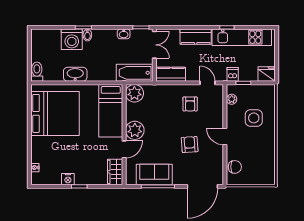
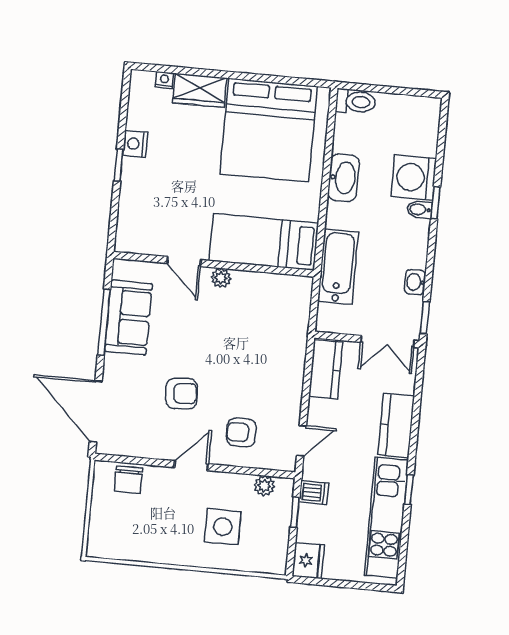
bathtub: (135, 73) -> (338, 267), moved
plant: (134, 93) -> (294, 293), removed
armchair: (190, 104) -> (241, 432), moved
plant: (135, 130) -> (221, 278), width x0.53, depth x0.53
wardrobe: (115, 172) -> (200, 90), moved, turned 180

